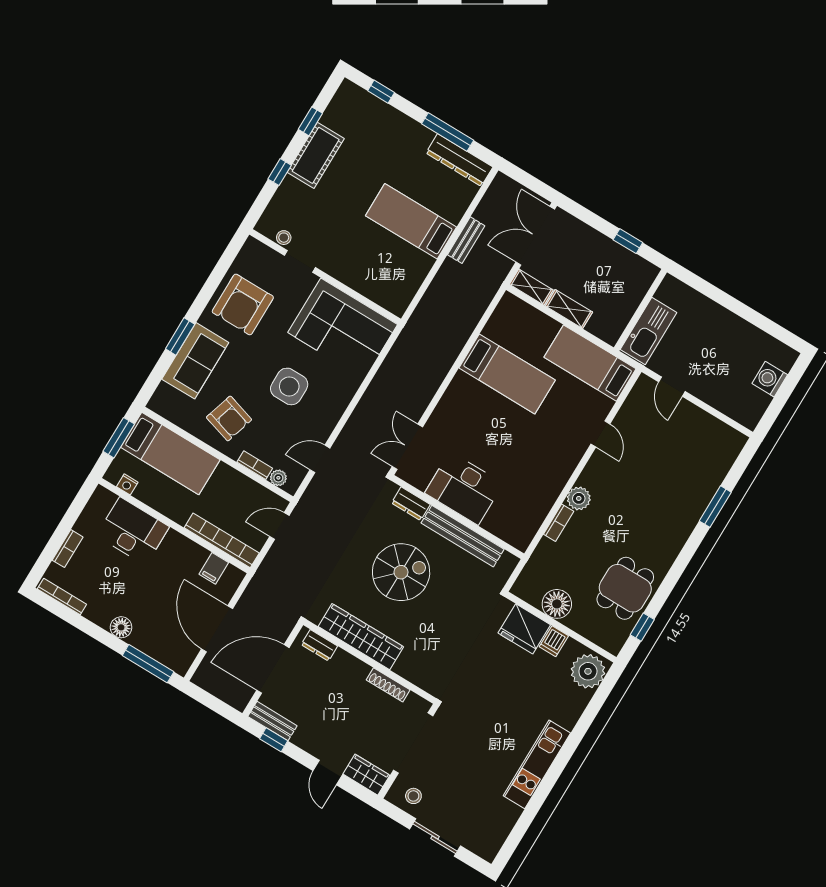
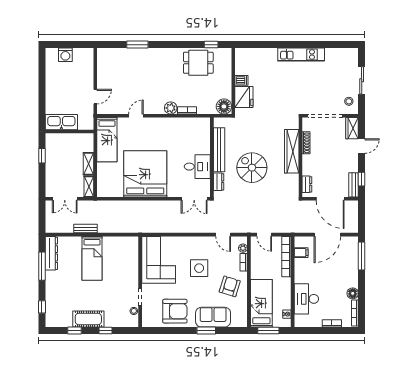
double door: (535, 236) -> (65, 199), width x0.73
kitchen sink: (649, 331) -> (61, 122), moved
bed: (507, 374) -> (145, 174), width x2.04
desk: (464, 488) -> (197, 167), width x0.73
floor lamp: (557, 604) -> (224, 106), moved
floor lamp: (121, 627) -> (353, 293), moved
wardrobe: (361, 637) -> (292, 151), moved
plant: (588, 671) -> (246, 57), removed

